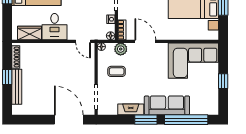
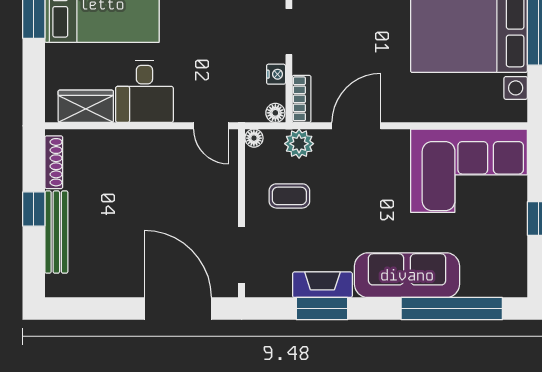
door: (145, 41) -> (356, 126), hinge flipped
window: (146, 120) -> (322, 309), moved

